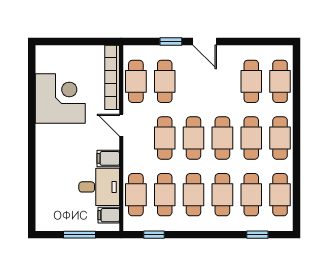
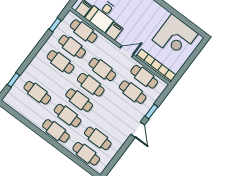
door: (205, 41) -> (138, 130), swing flipped
corner desk: (60, 98) -> (175, 37), moved
cafe table: (222, 195) -> (49, 77), removed
cafe table: (280, 195) -> (26, 108), removed

